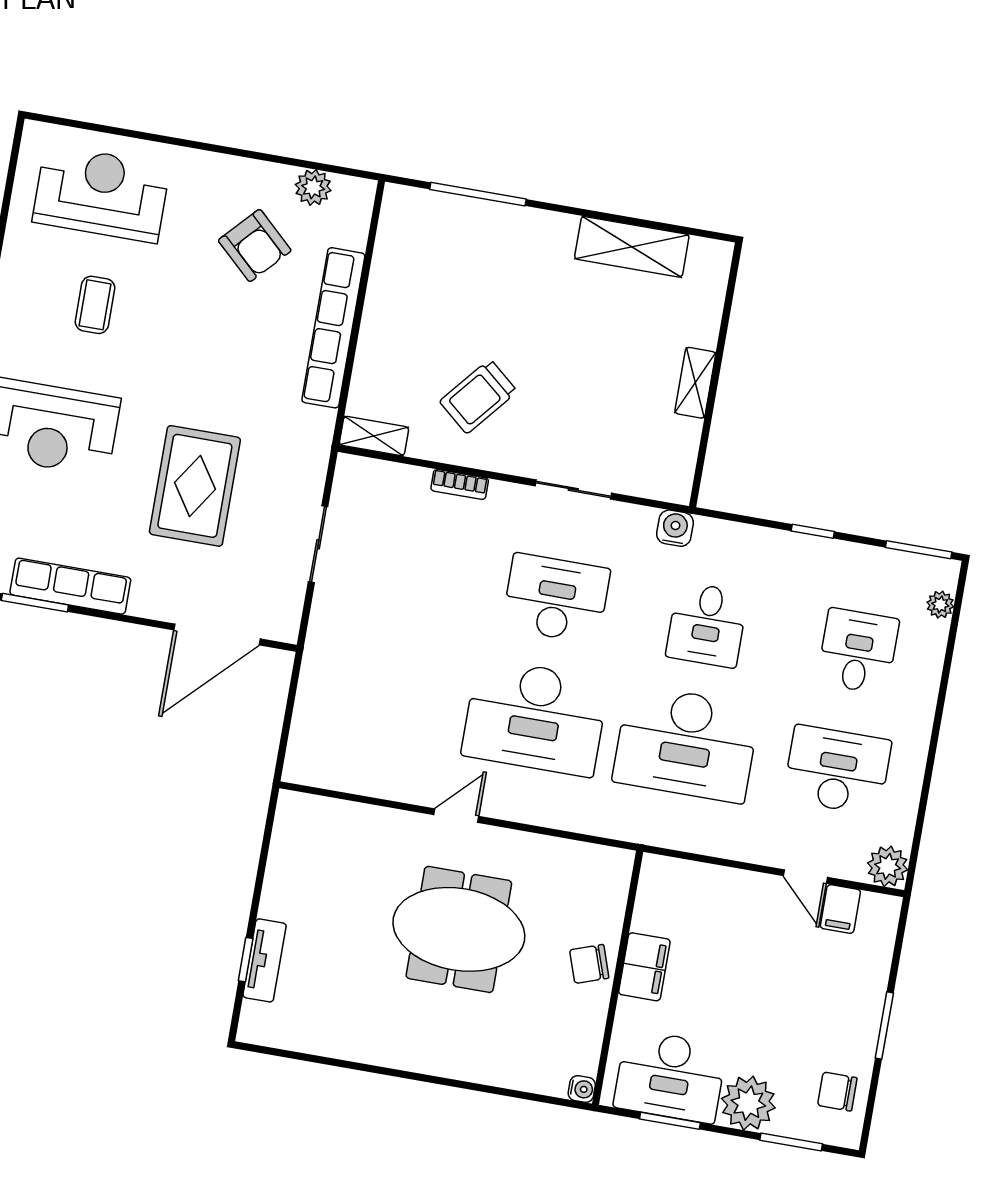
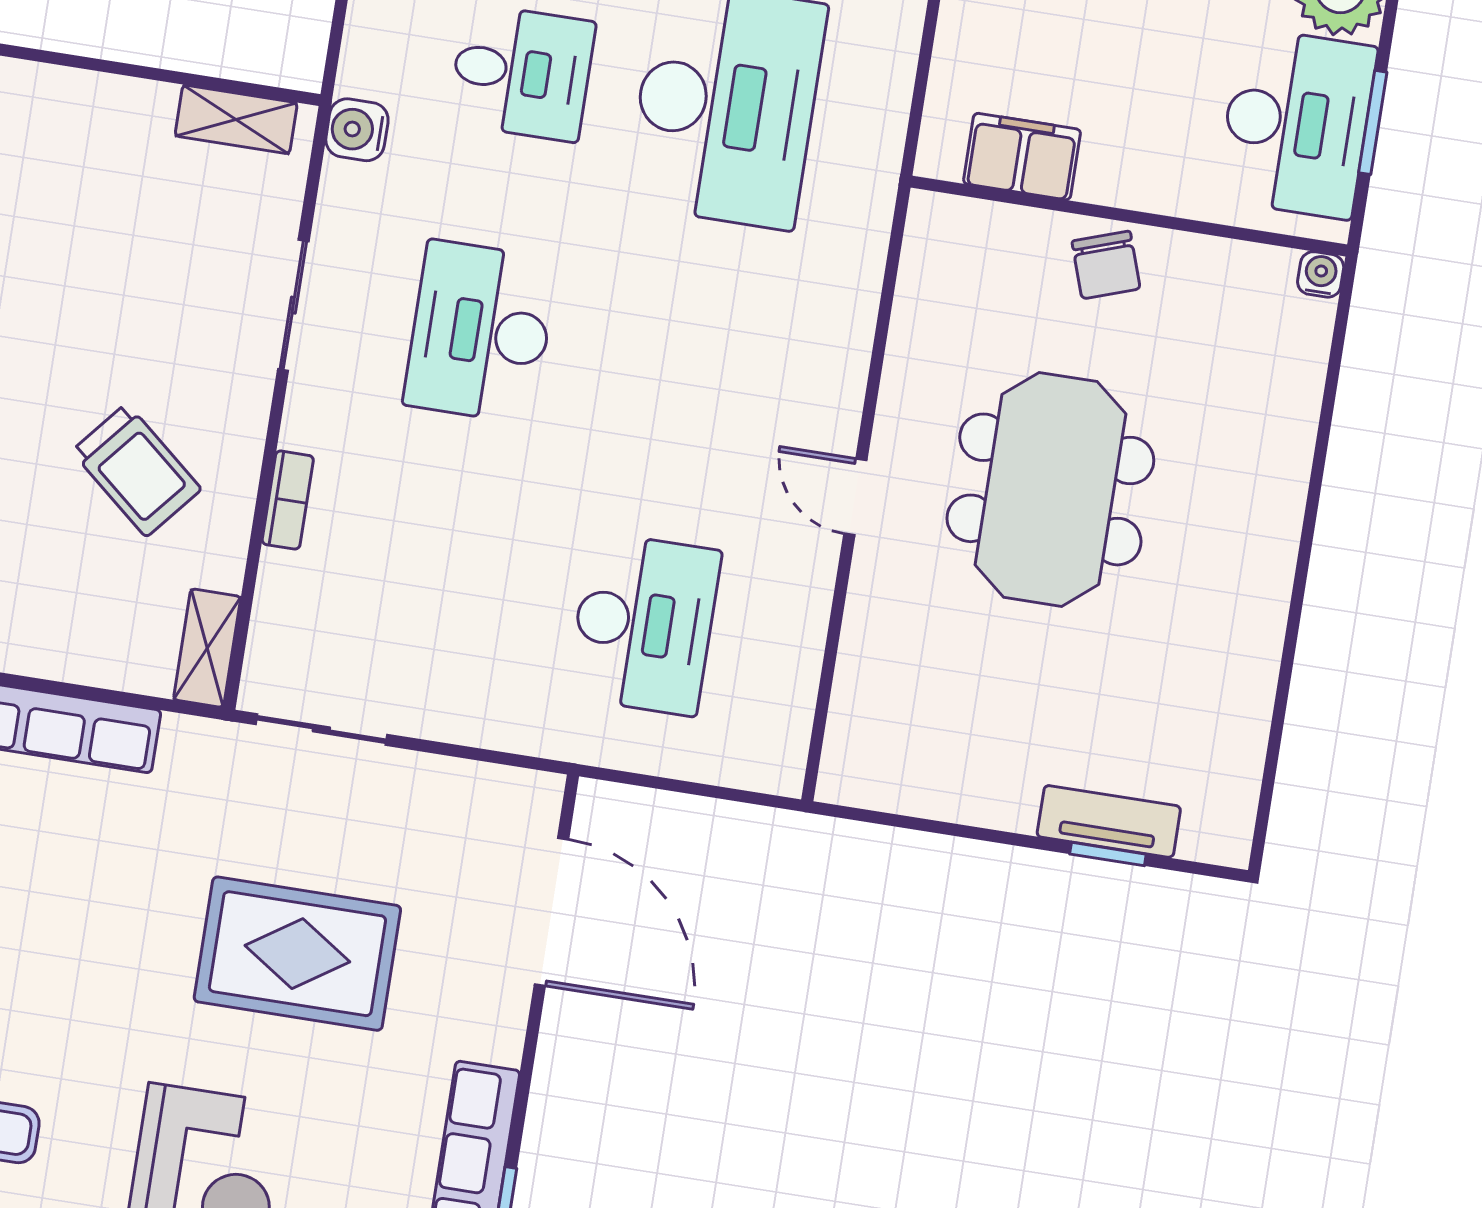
shelving: (695, 383) -> (236, 119), moved
sliding door: (318, 544) -> (321, 729), moved
desk: (535, 717) -> (644, 624), moved, width x0.73, depth x0.77
filing cabinet: (644, 967) -> (1022, 157), moved

